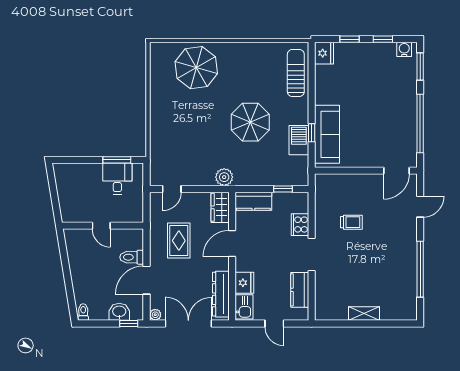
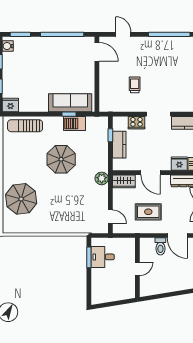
kitchen counter: (253, 201) -> (119, 145), moved

